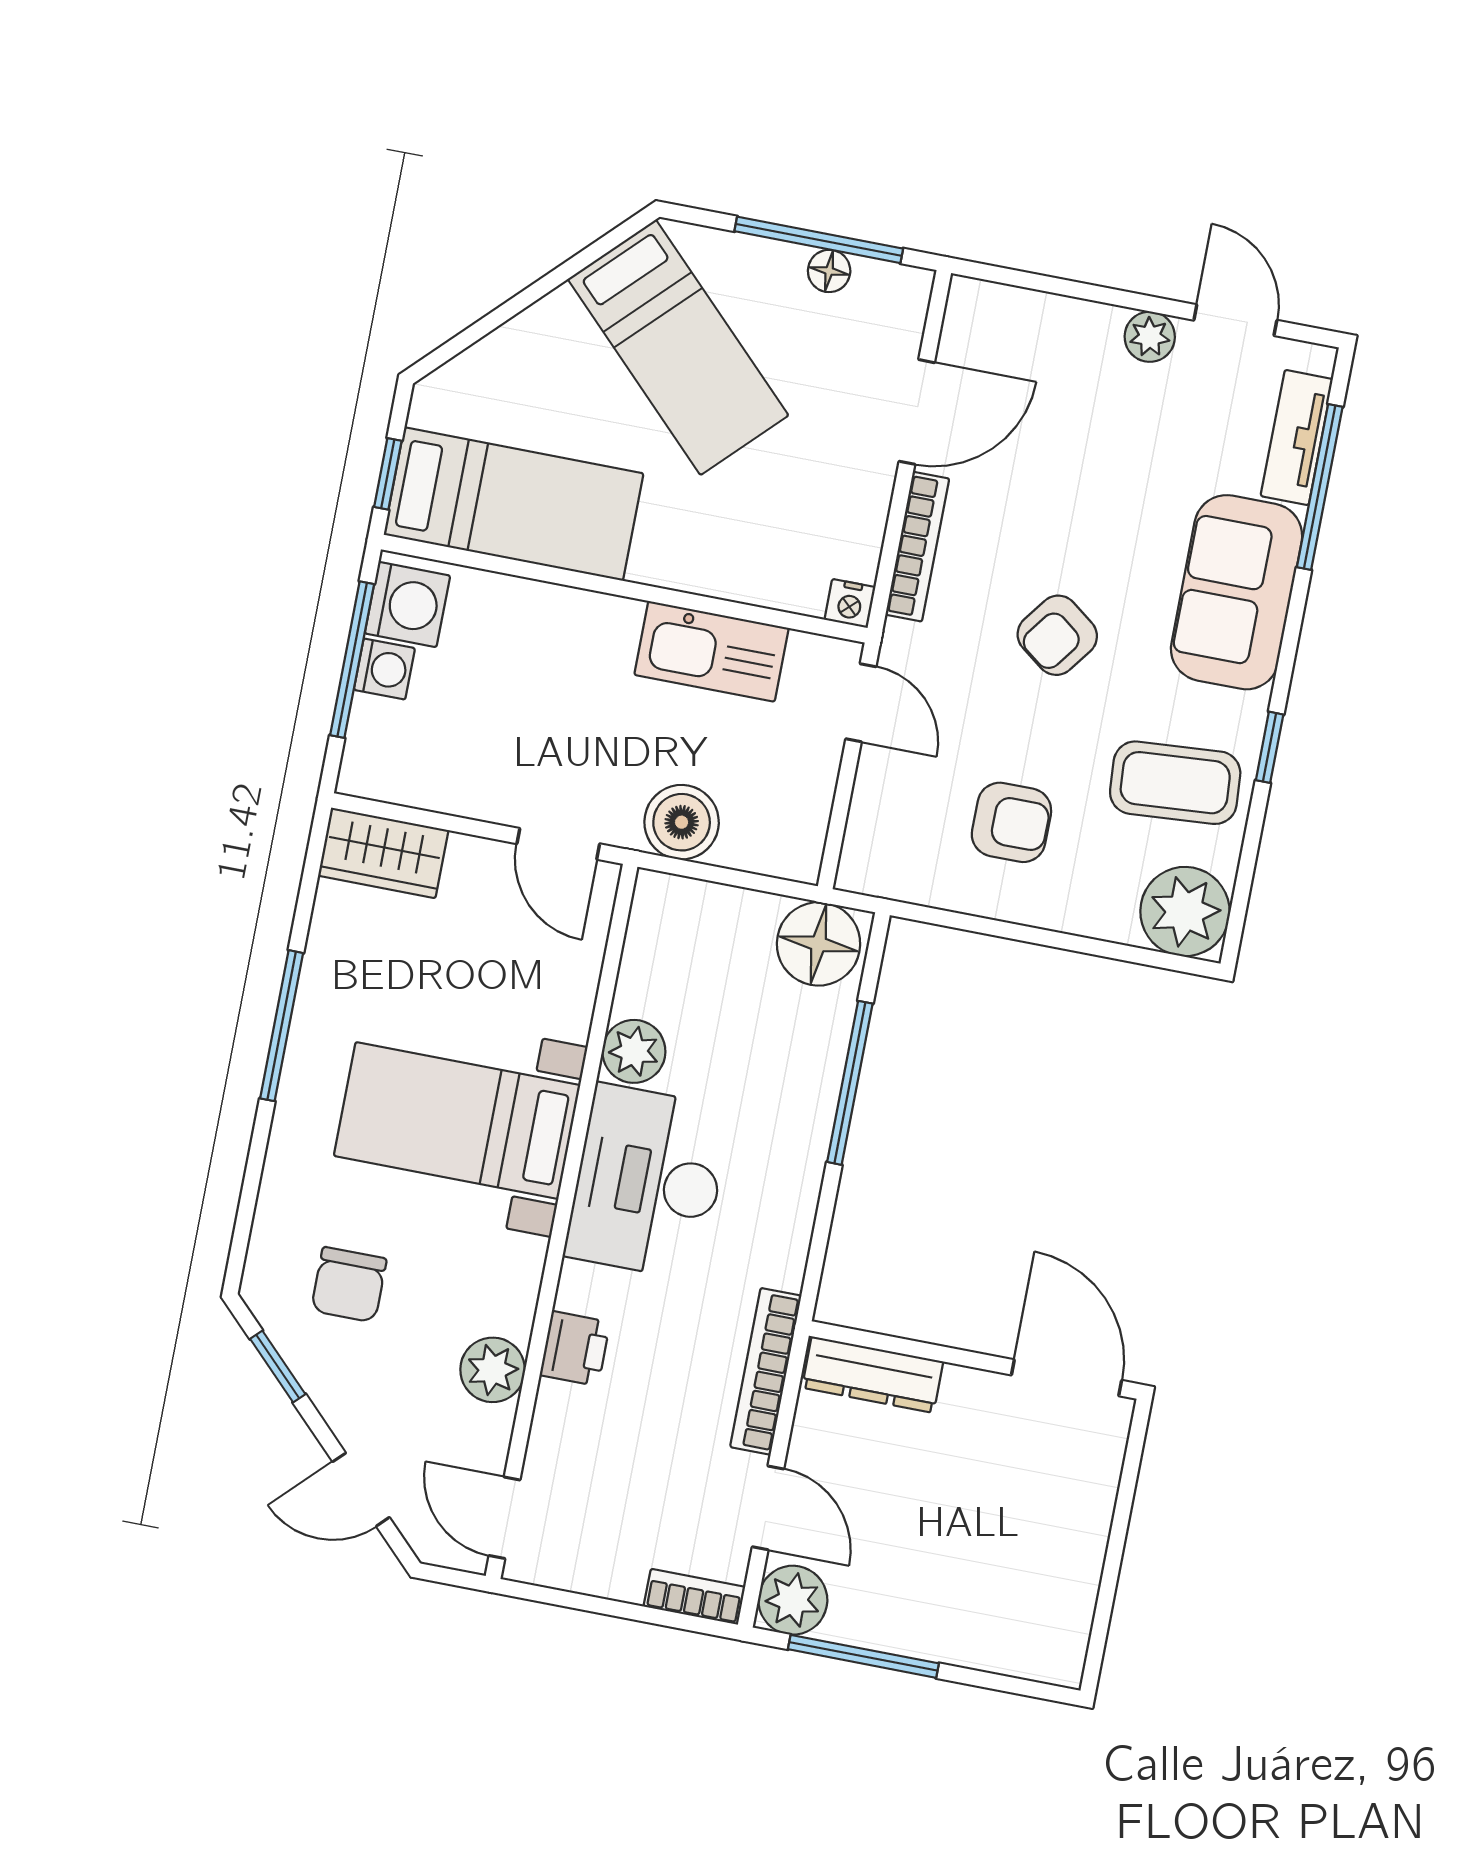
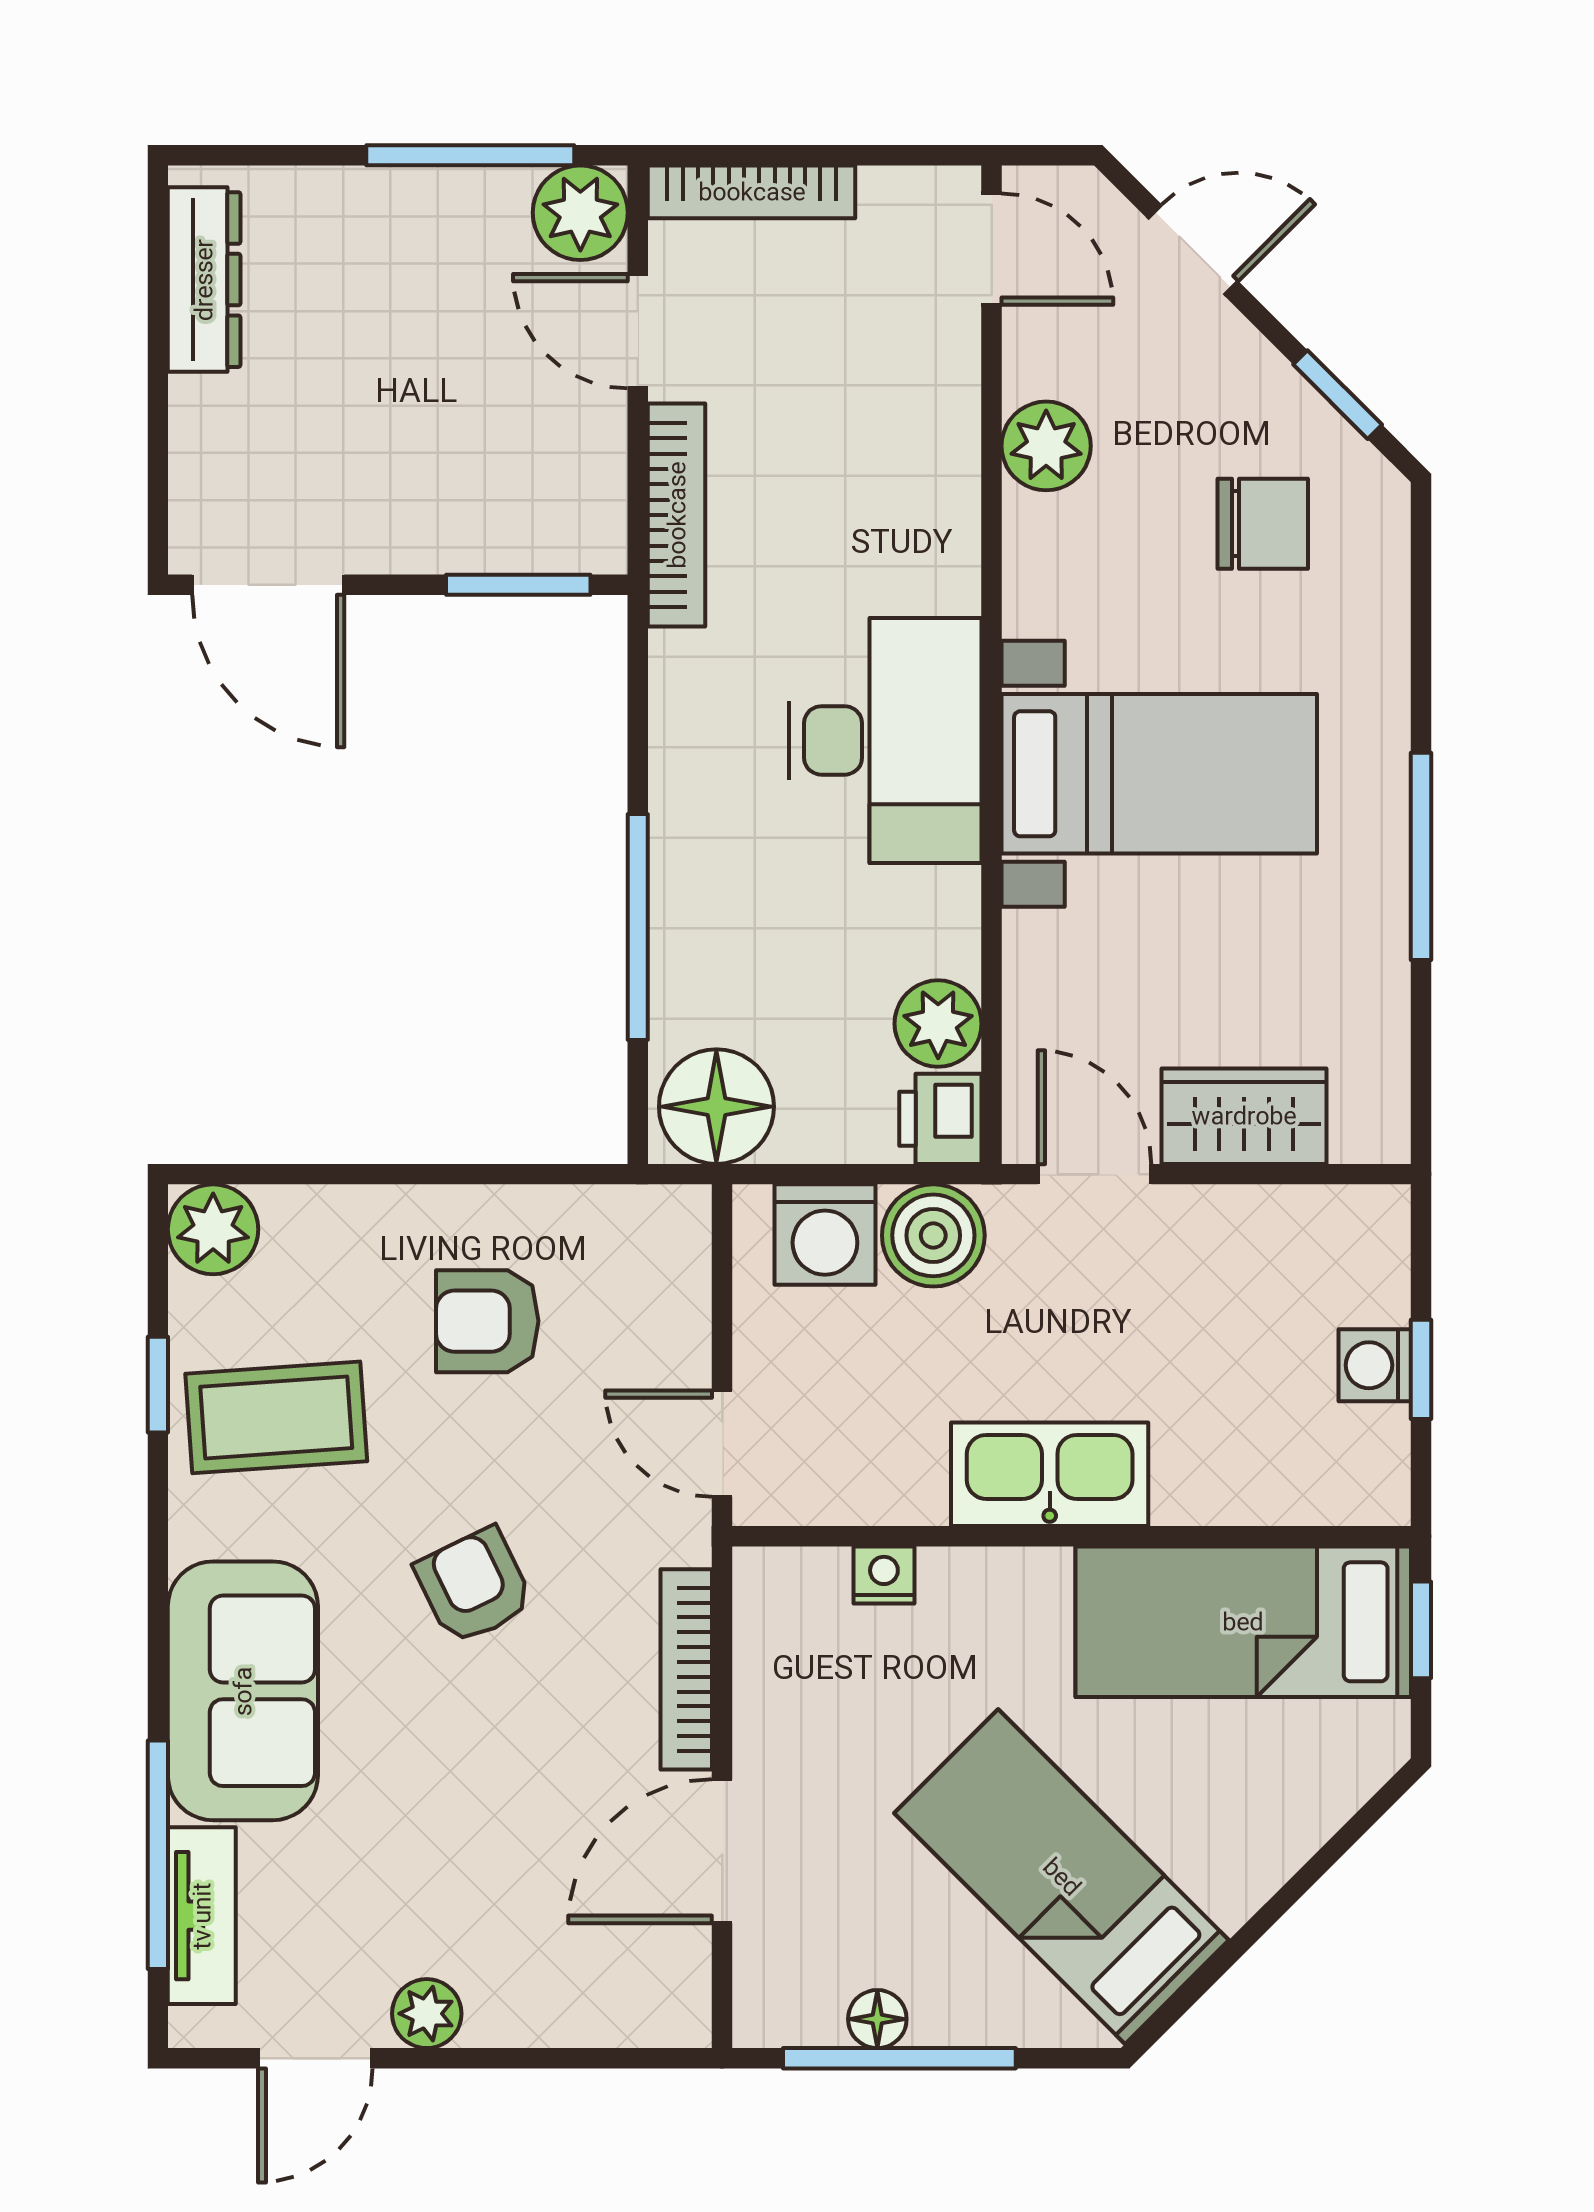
door: (1235, 320) -> (315, 2058), hinge flipped
nightstand: (850, 603) -> (884, 1575), moved
washing machine: (407, 604) -> (825, 1235), moved, turned -90
armchair: (1057, 635) -> (474, 1586), turned -63
kitchen sink: (712, 651) -> (1050, 1474), moved
window: (352, 660) -> (1421, 1369), width x0.46
window: (1270, 747) -> (158, 1385), moved
wardrobe: (383, 853) -> (1244, 1116), moved
plant: (1185, 912) -> (213, 1229), width x0.73, depth x0.73
plant: (634, 1051) -> (938, 1024), moved
chair: (349, 1285) -> (1263, 524), turned 90
window: (888, 1343) -> (518, 585), added
printer: (575, 1349) -> (940, 1119), moved
dresser: (873, 1375) -> (204, 280), moved, turned 90
bookcase: (694, 1597) -> (752, 192), width x1.56

